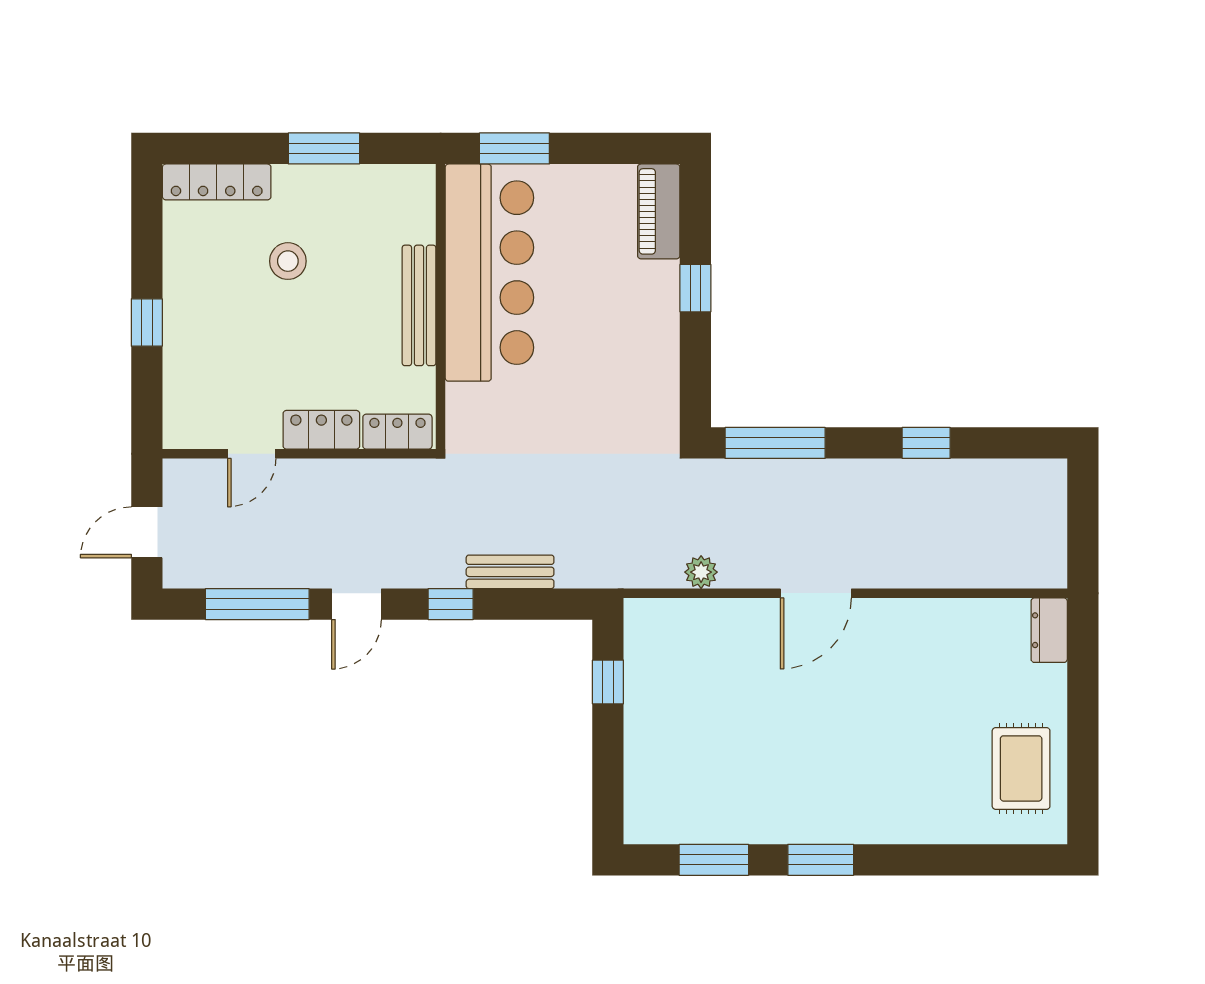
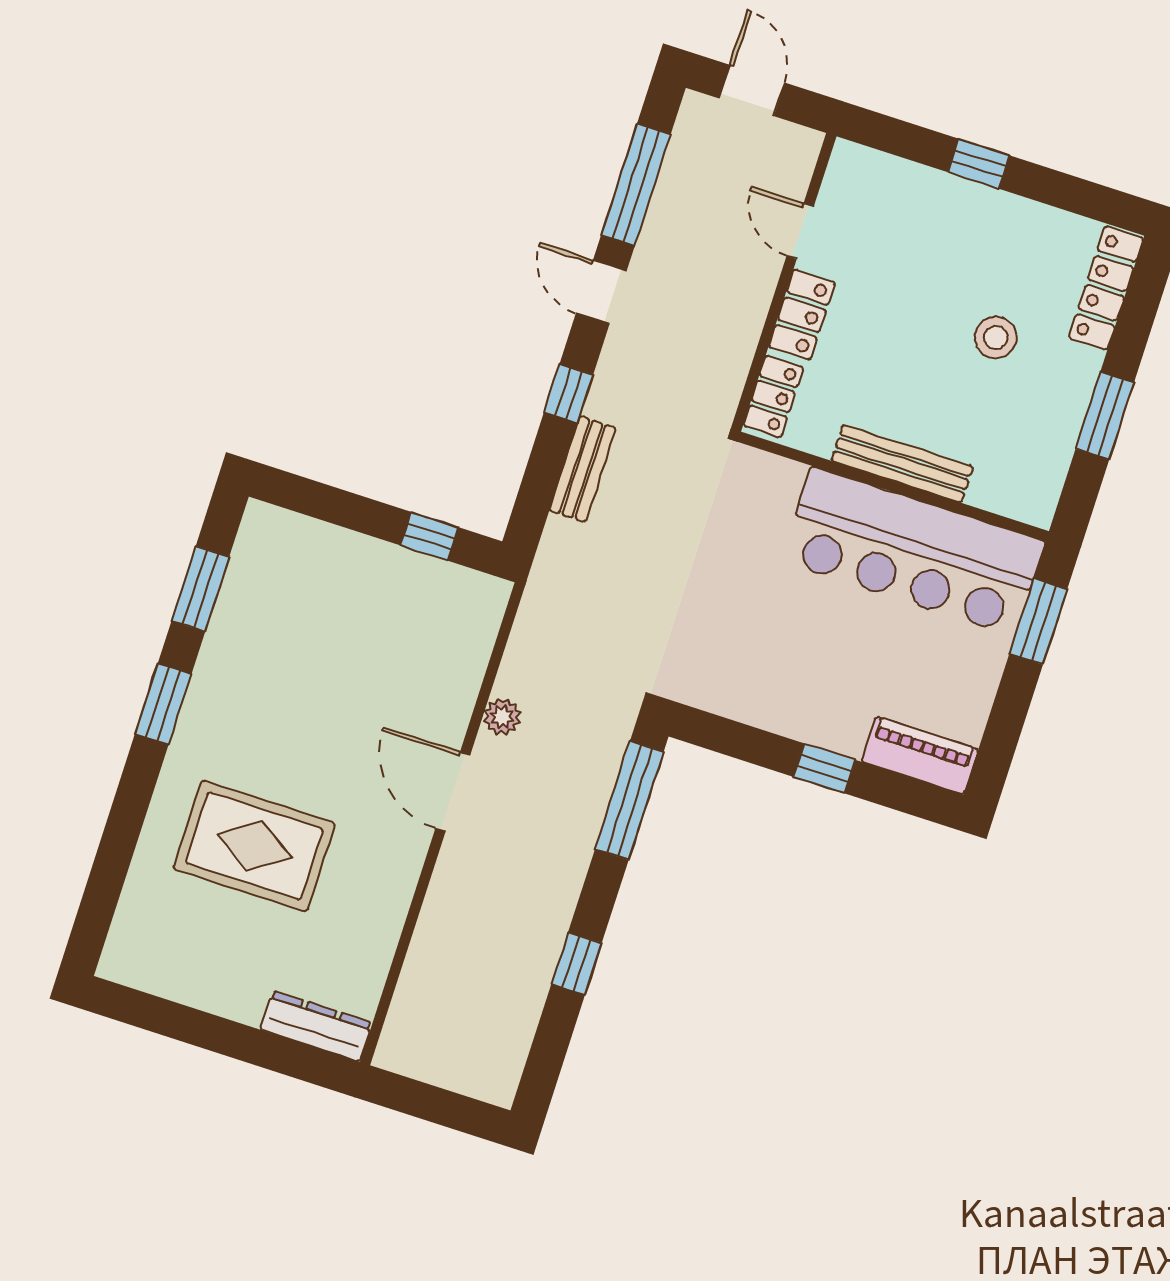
plant: (701, 572) -> (502, 717), moved
dresser: (1049, 630) -> (316, 1026), width x1.44
rug: (1021, 768) -> (254, 846), moved, width x1.36, depth x1.43

